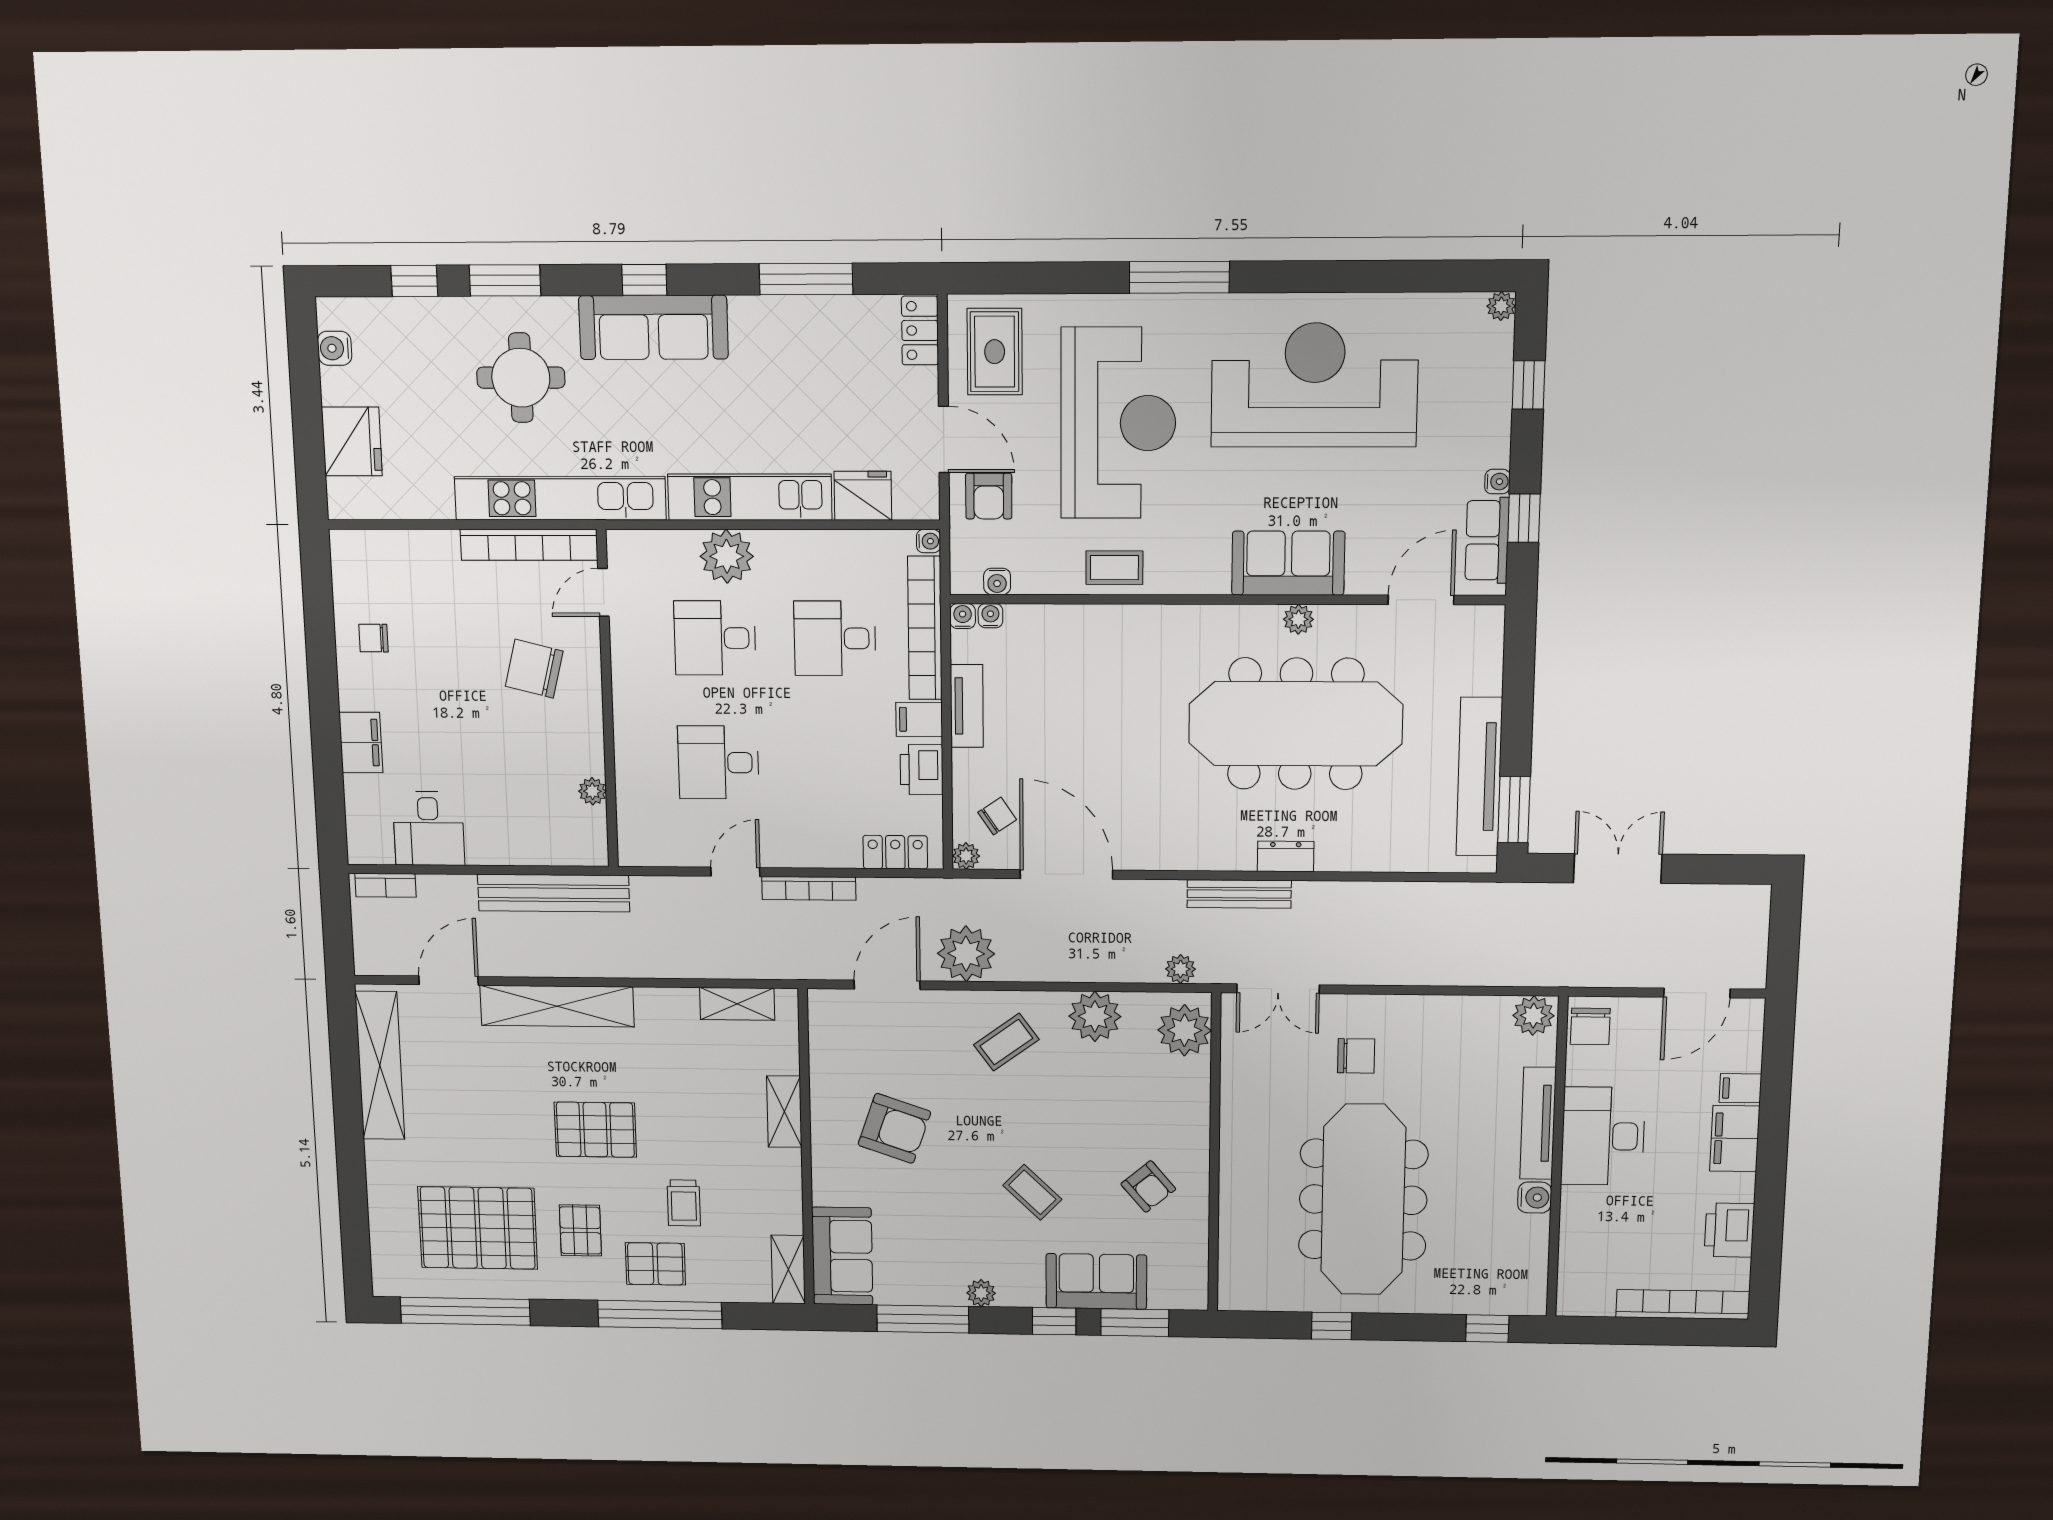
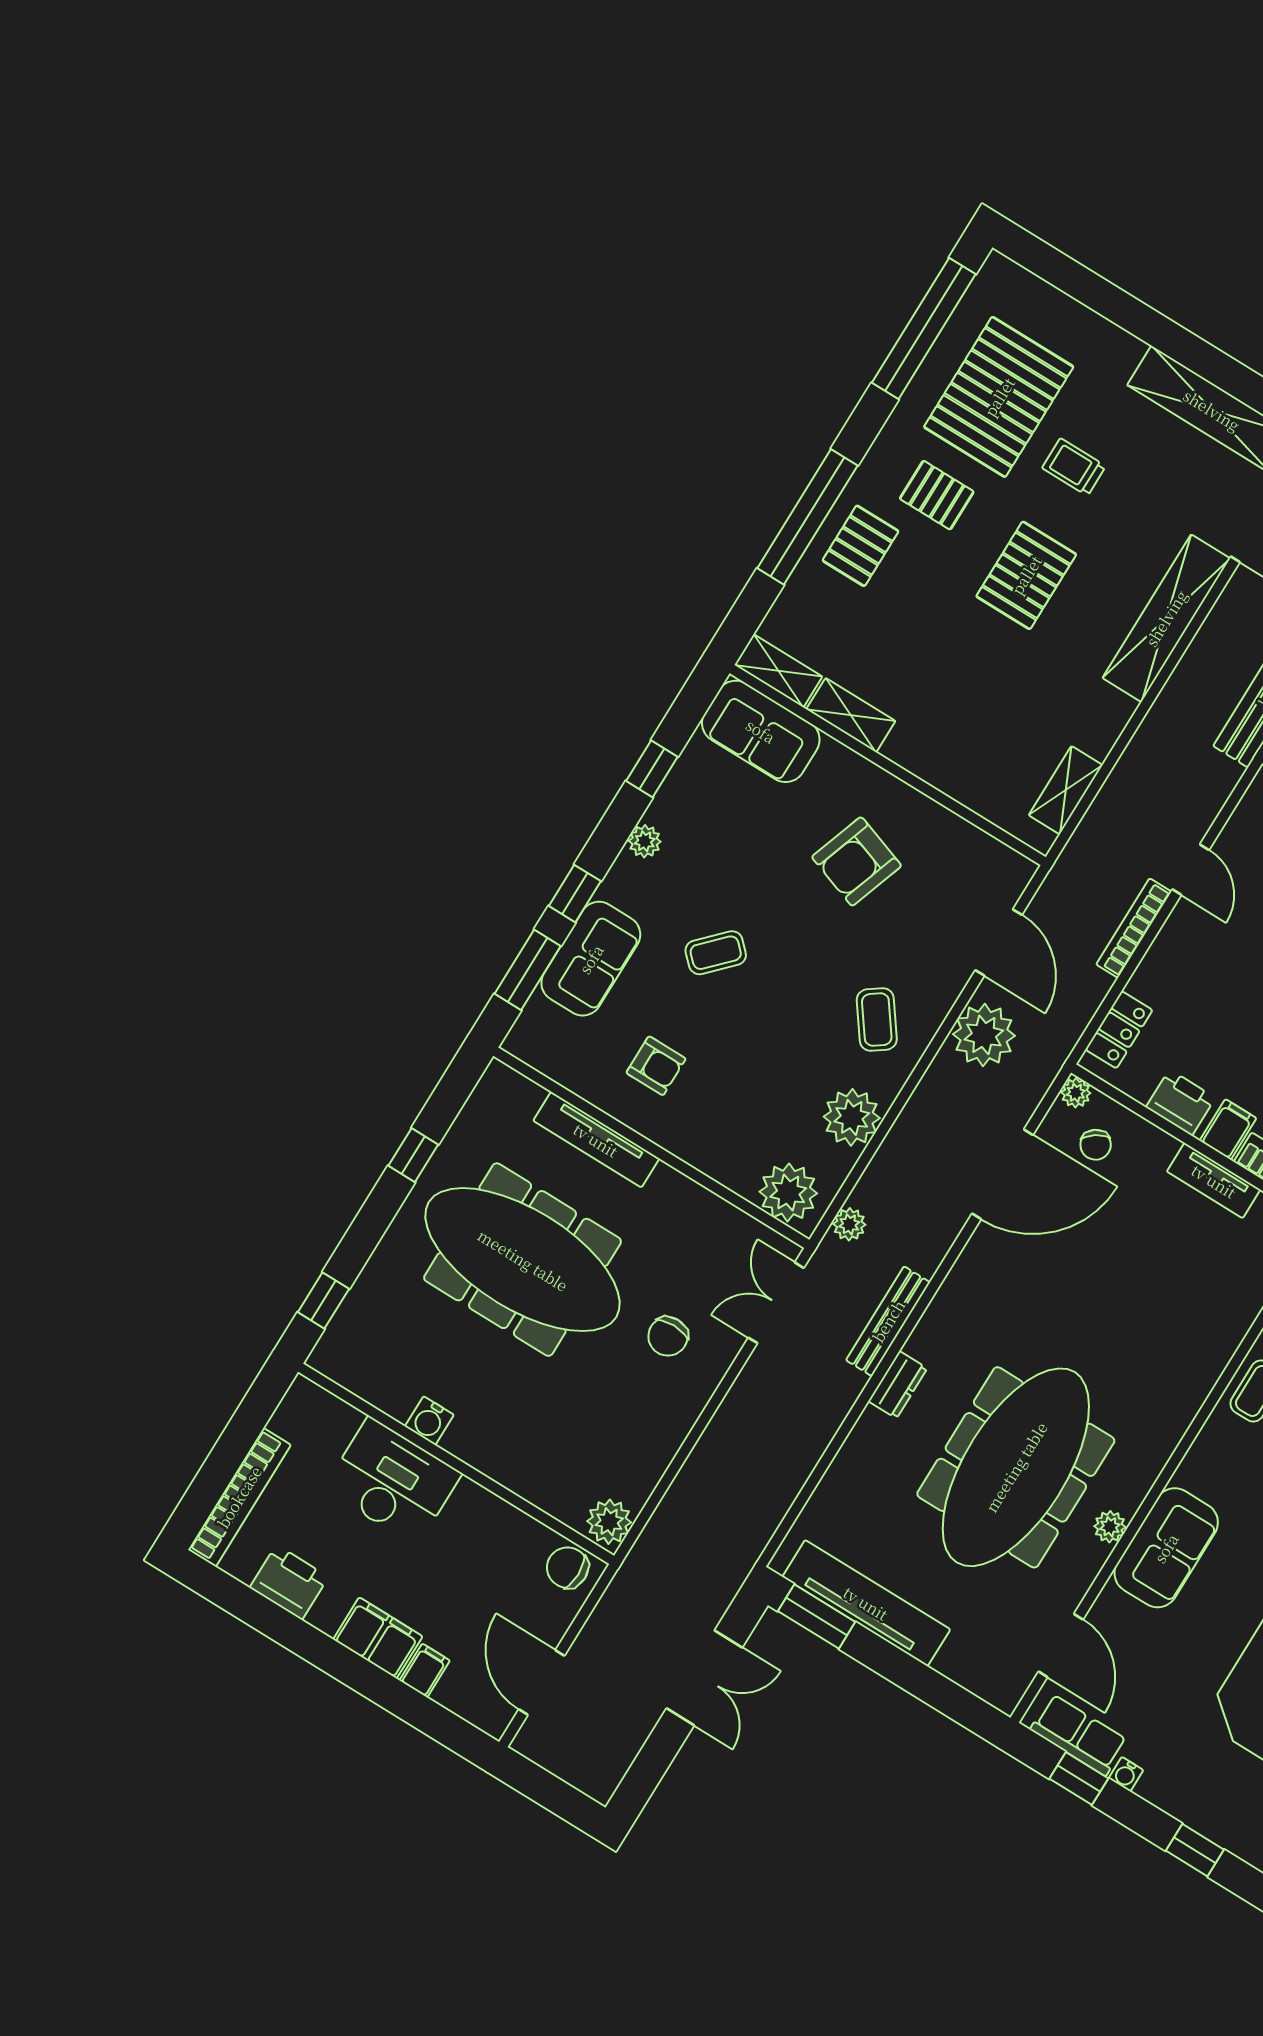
shelving: (784, 1112) -> (851, 715), moved
tv unit: (1538, 1123) -> (596, 1140), moved, turned 180
desk: (1603, 1136) -> (393, 1481), moved
armchair: (1148, 1187) -> (656, 1066), turned -140
trolley: (684, 1203) -> (1074, 467), moved
window: (923, 1319) -> (652, 769), width x0.46

